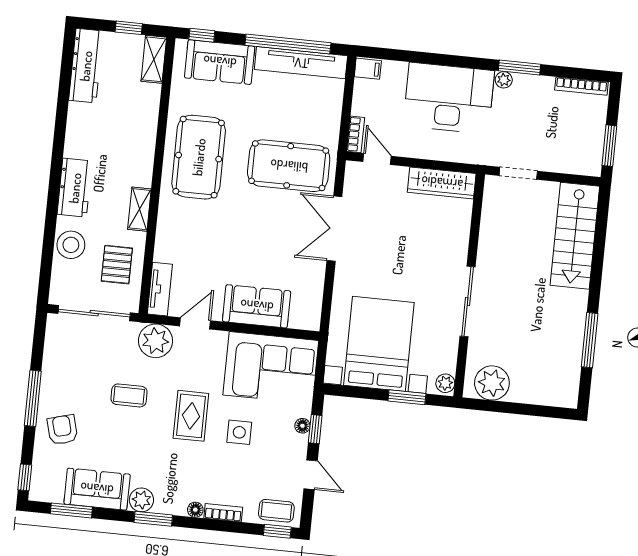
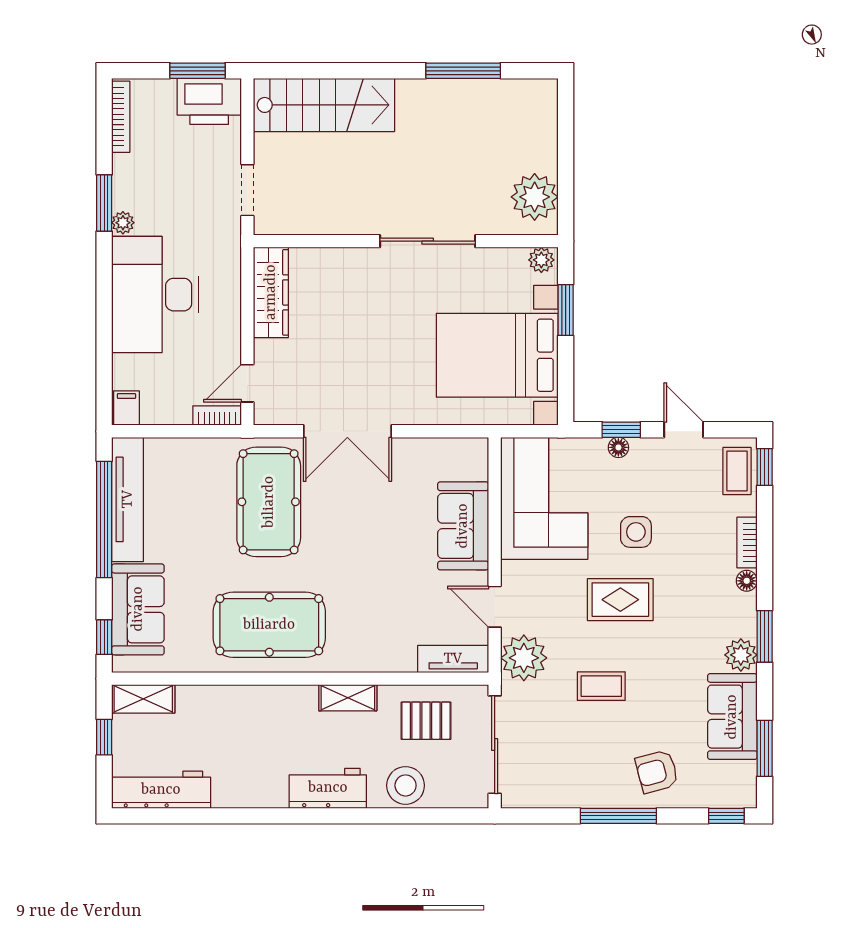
printer: (586, 152) -> (209, 101), added
coffee table: (129, 395) -> (601, 686), turned 90
door: (311, 475) -> (684, 430), hinge flipped

